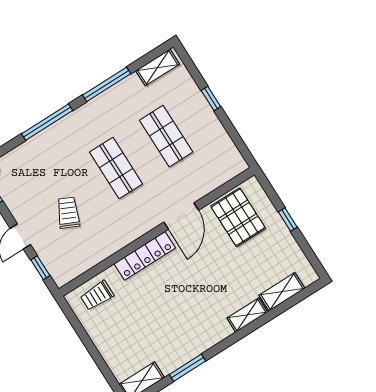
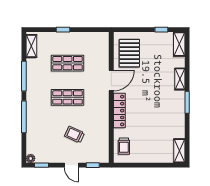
door: (181, 216) -> (111, 81), hinge flipped
pallet: (238, 217) -> (129, 53), turned 90
window: (288, 220) -> (161, 30), moved
shelving: (282, 292) -> (179, 44), moved
window: (187, 368) -> (187, 102), moved

